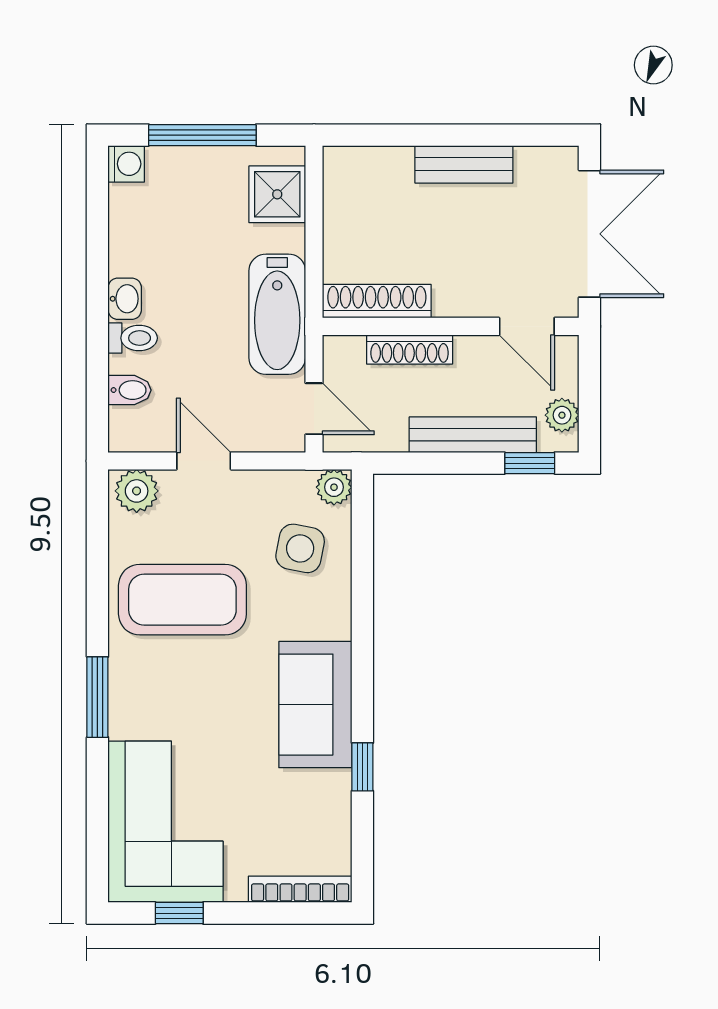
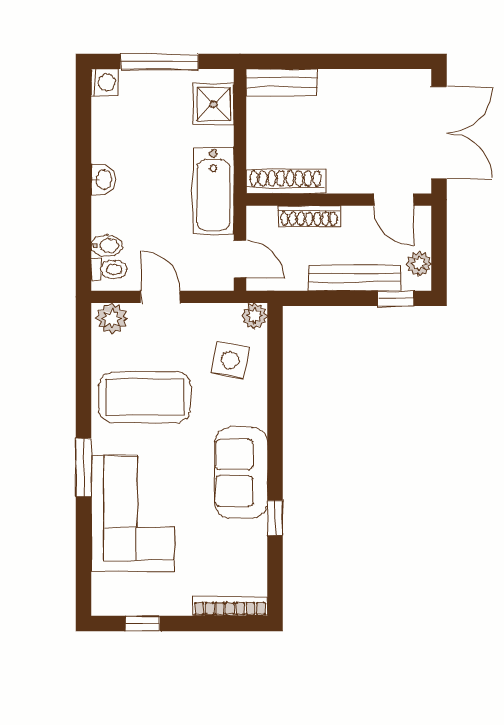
bench: (464, 164) -> (282, 83), moved
toilet: (133, 338) -> (109, 270), moved
corner sofa: (166, 822) -> (133, 514), moved

